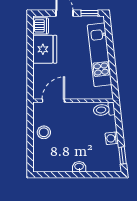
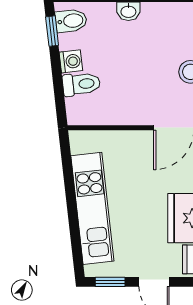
toilet: (104, 110) -> (81, 84), moved
bidet: (112, 161) -> (71, 21), added

